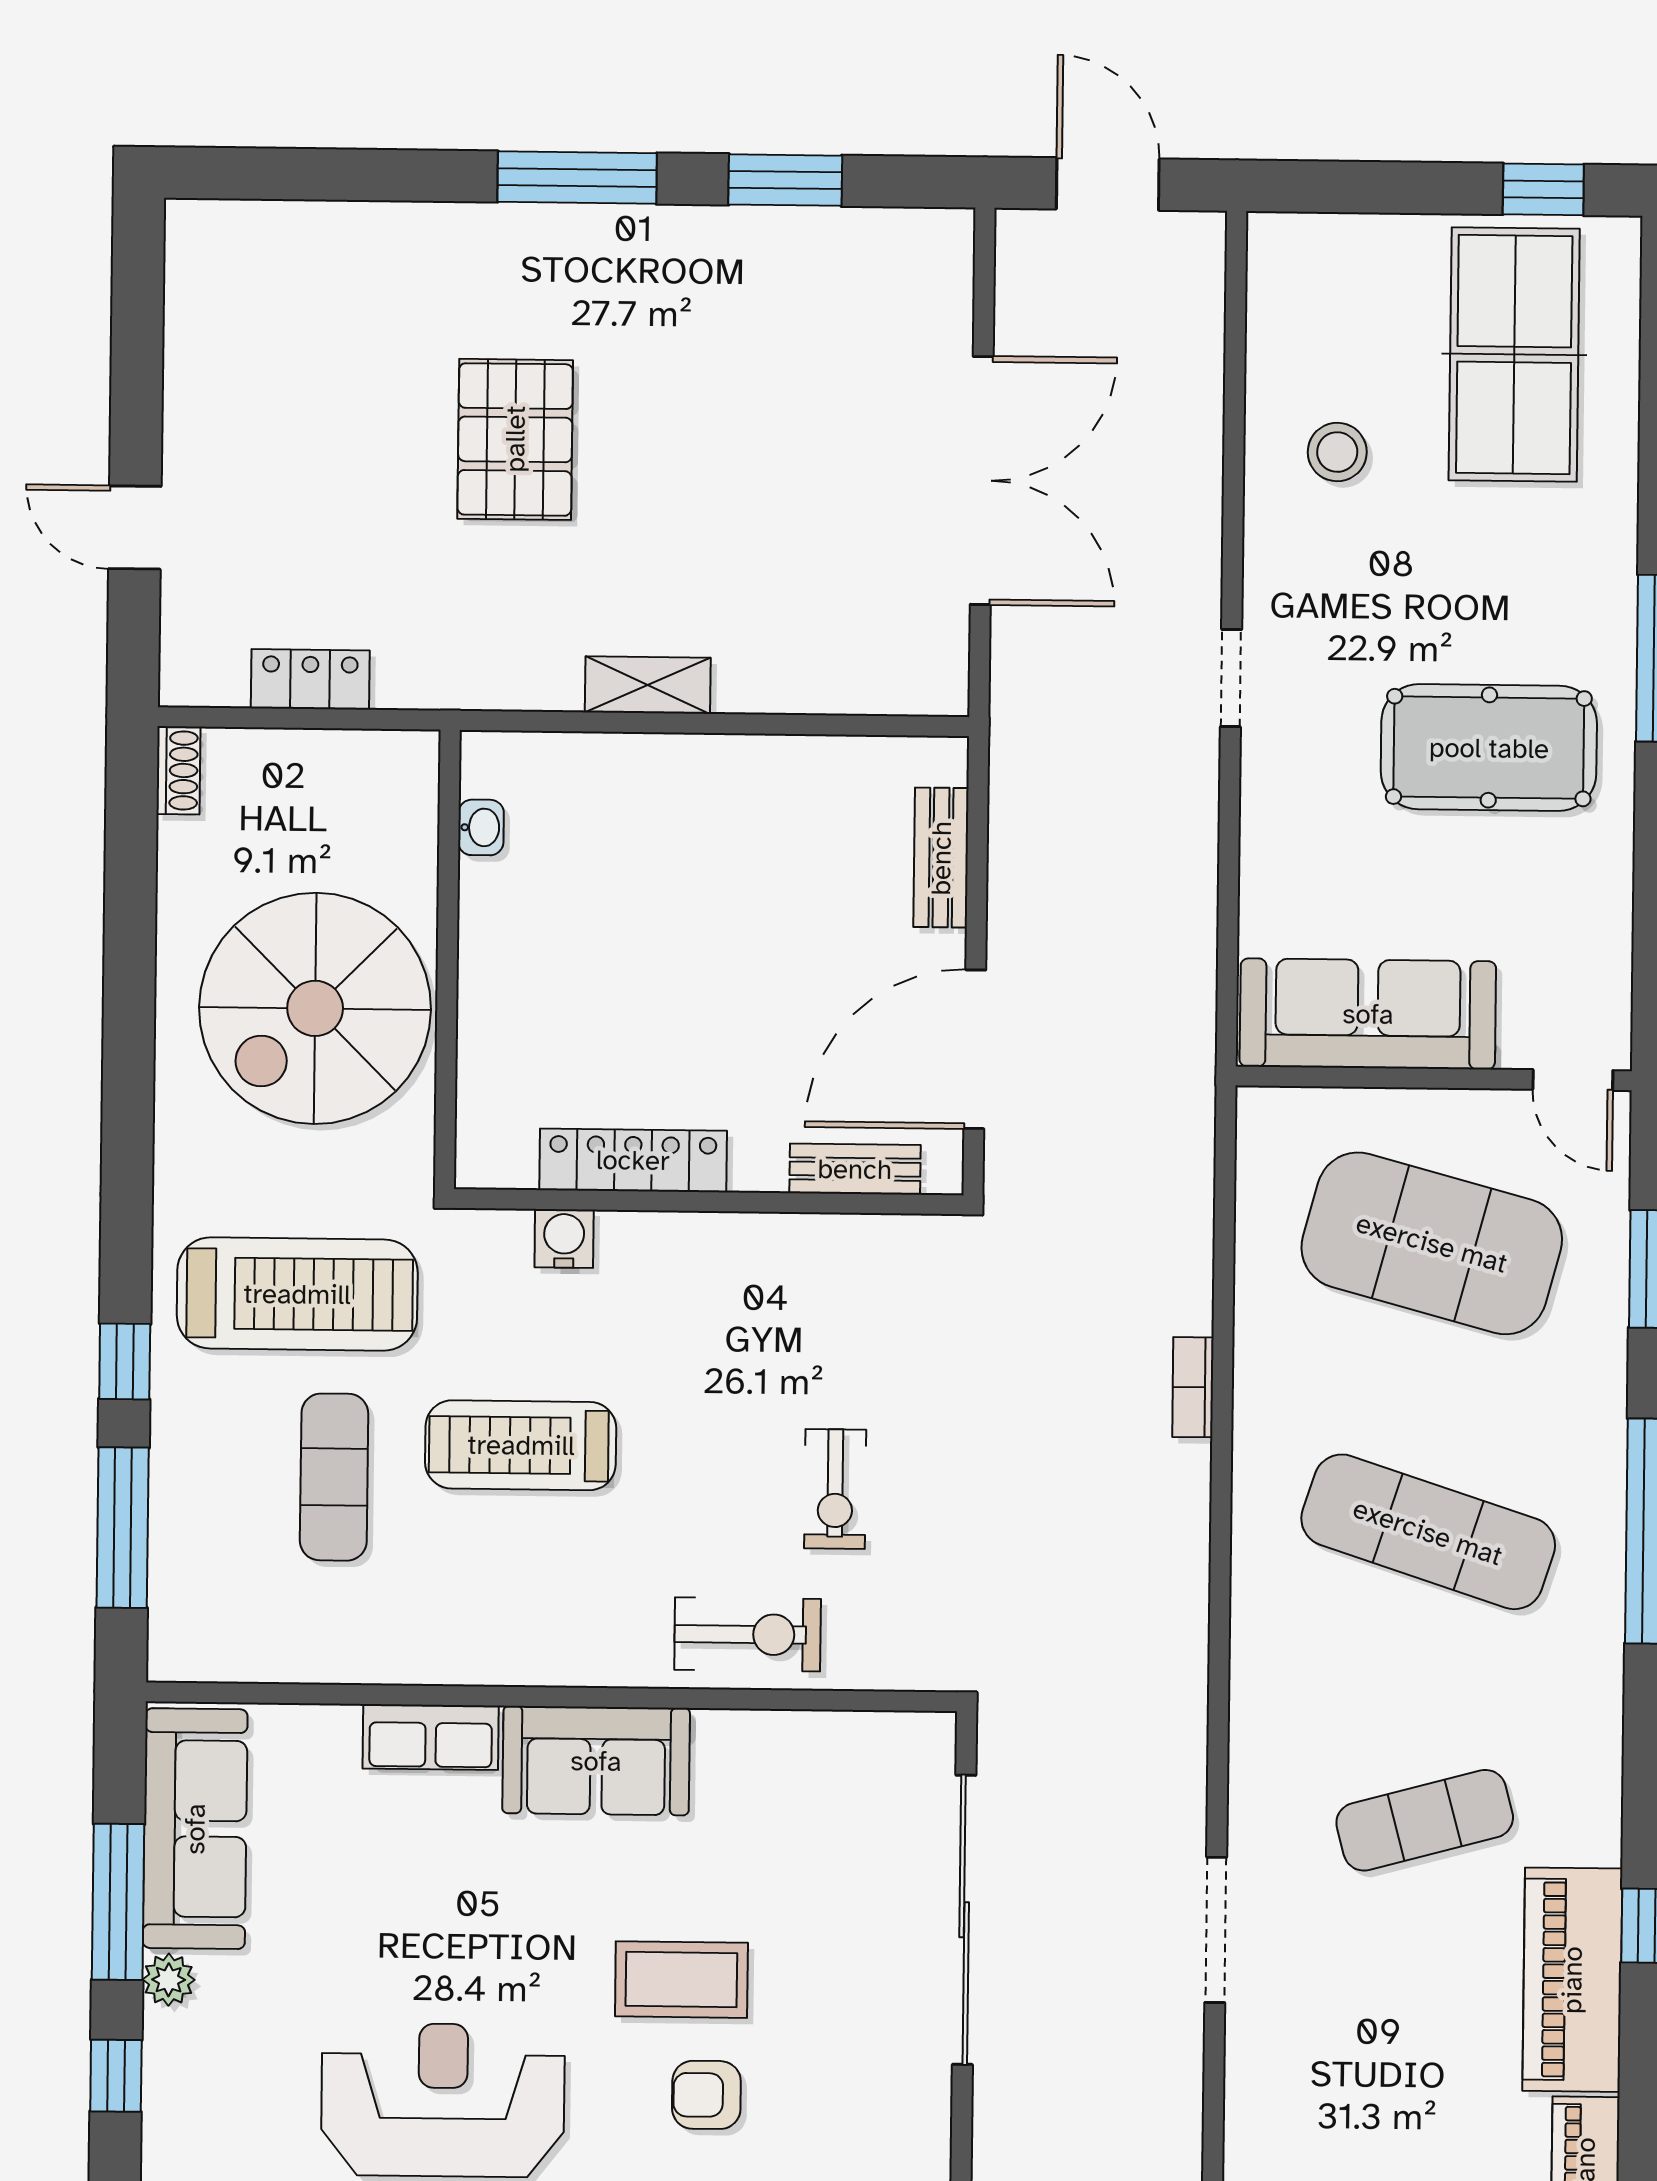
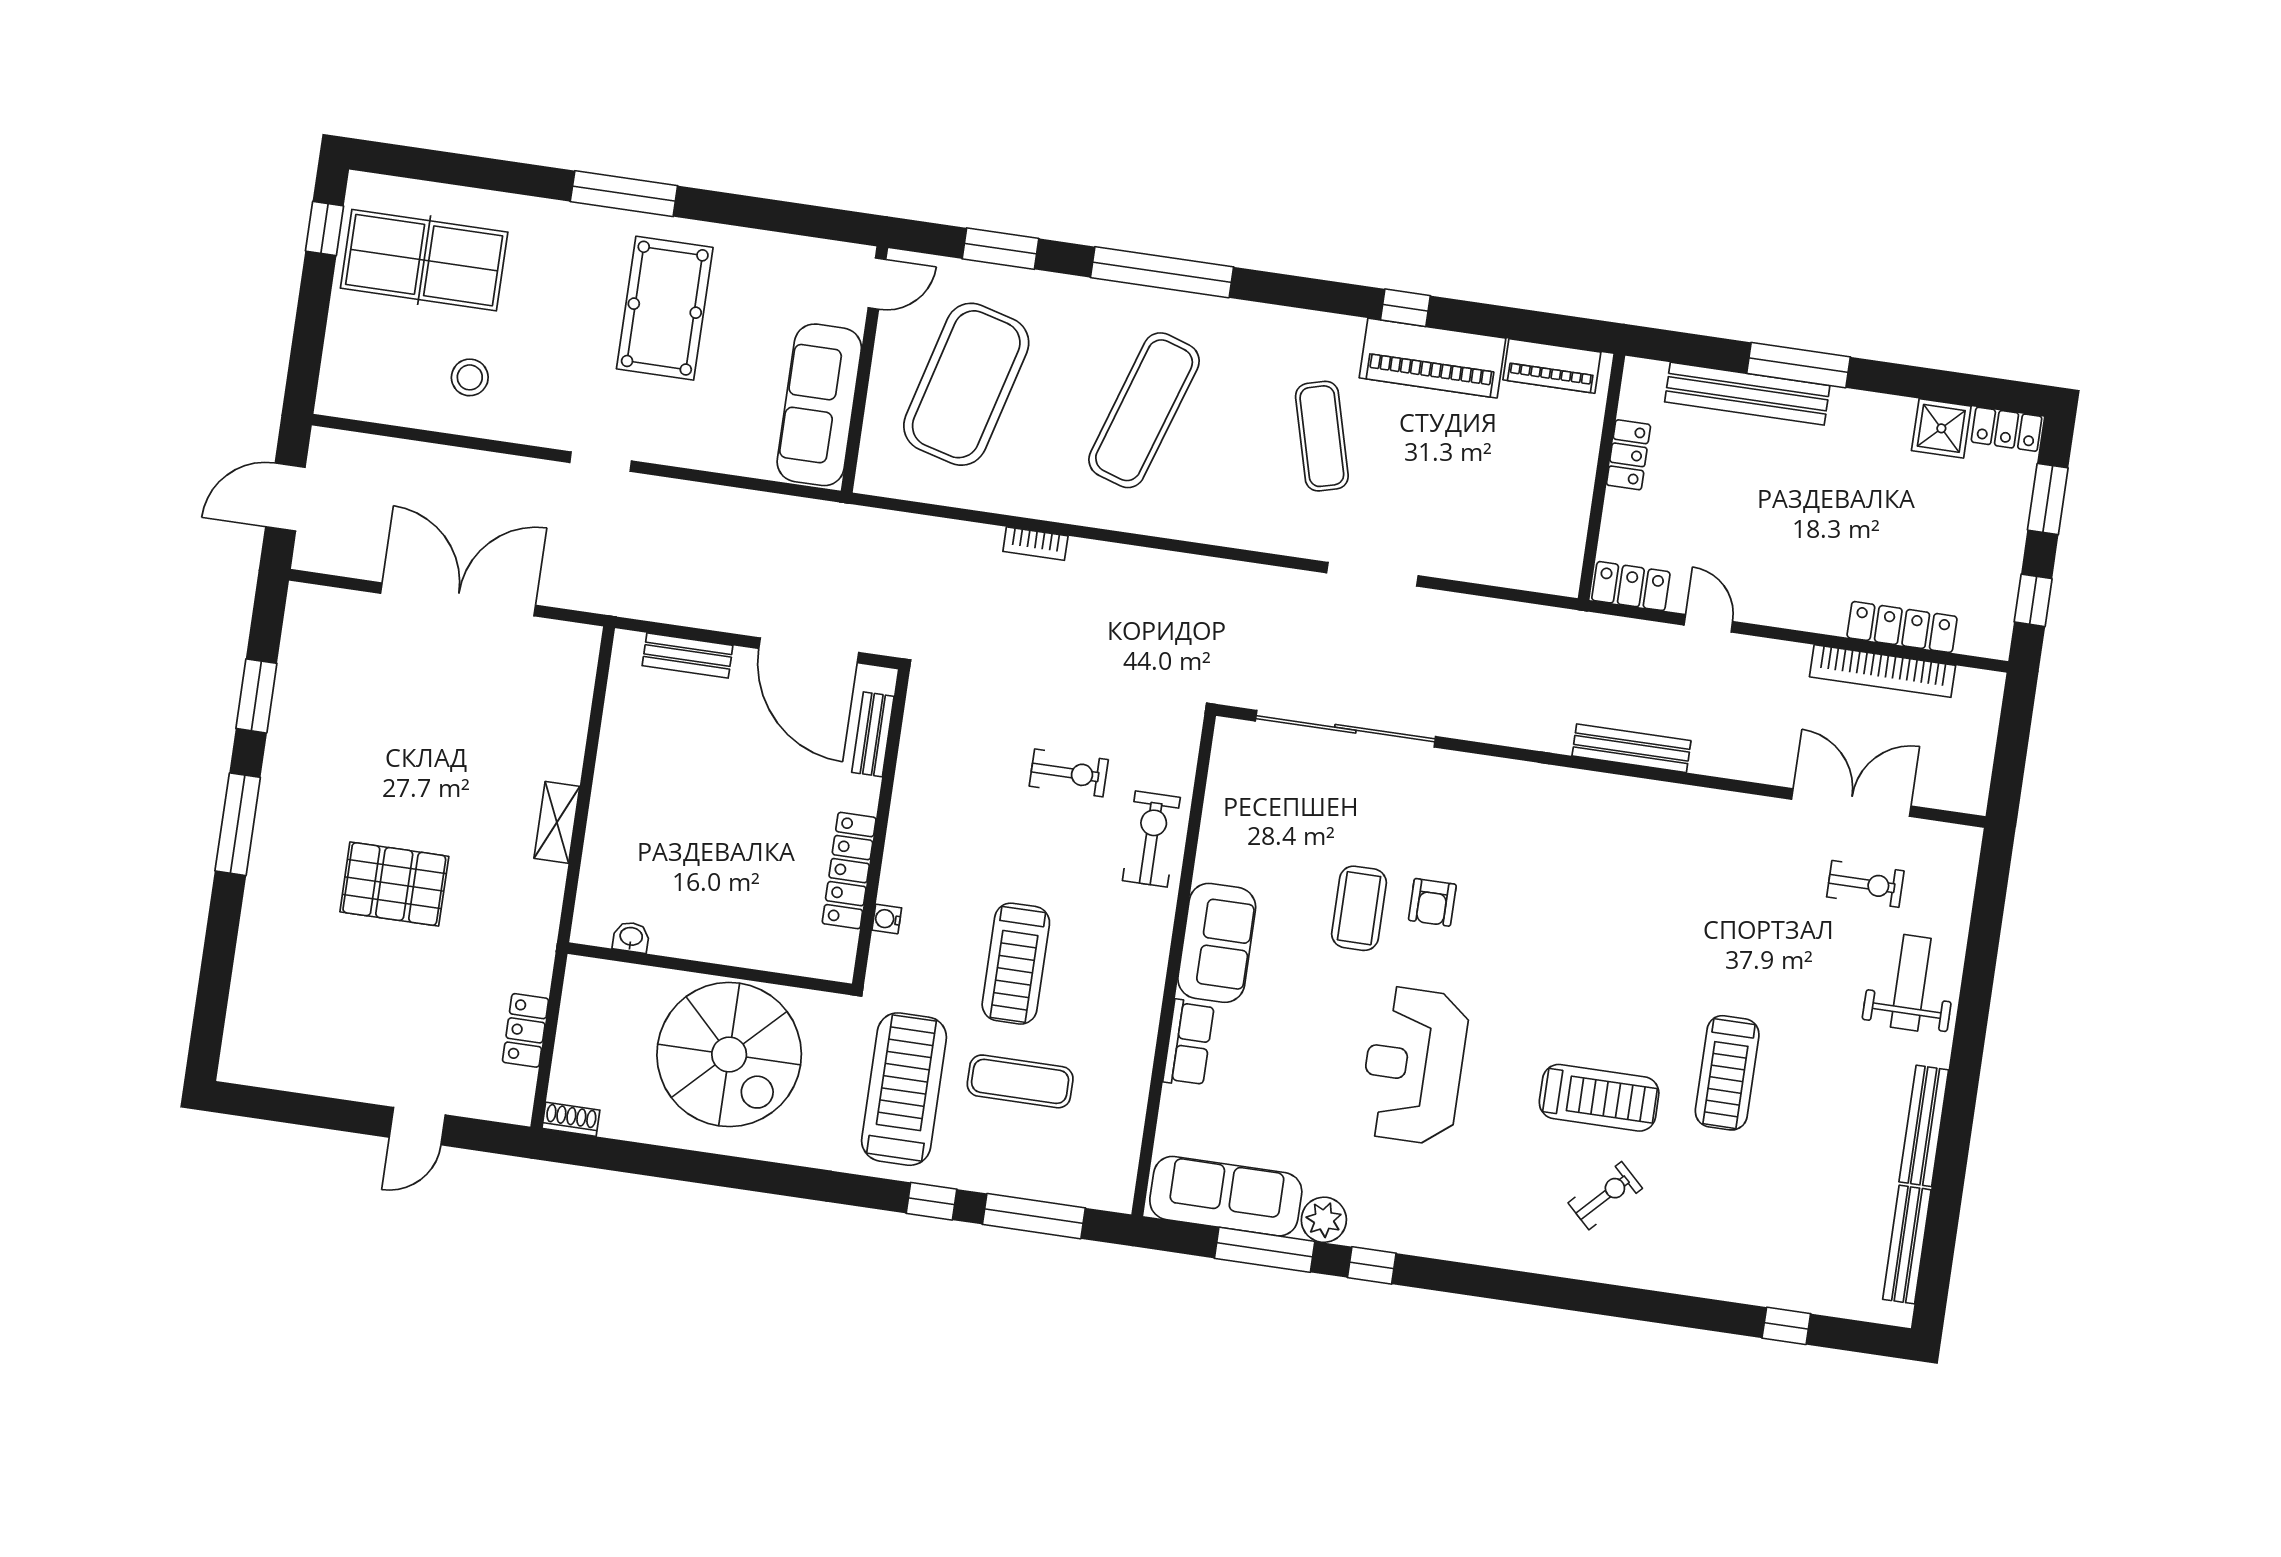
water cooler: (564, 1238) -> (887, 919), width x0.72, depth x0.72
plant: (169, 1980) -> (1324, 1220), width x1.38, depth x1.38

